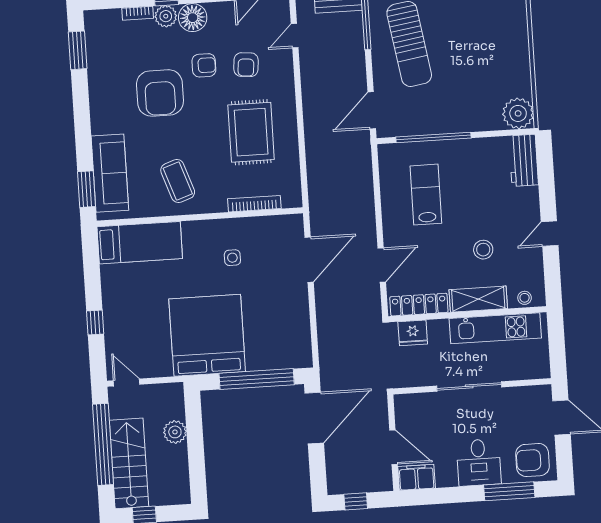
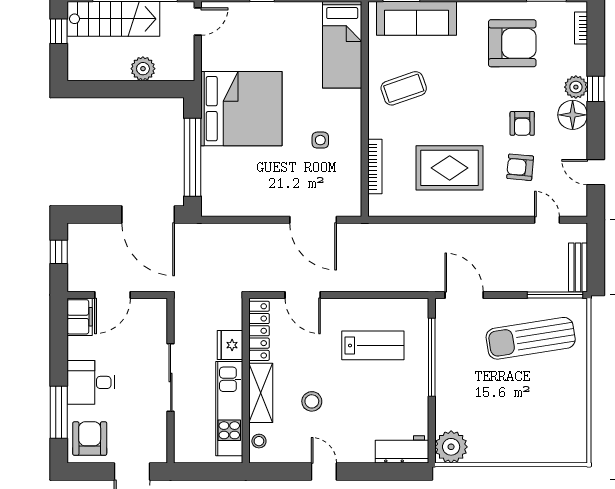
bookcase: (138, 13) -> (581, 28), moved
armchair: (160, 93) -> (512, 43), moved, turned 180
fridge: (413, 333) -> (230, 345), moved

